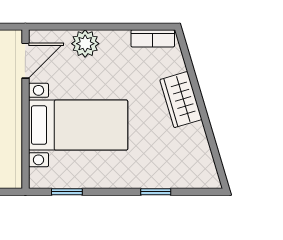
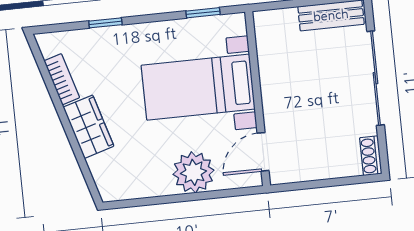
bookcase: (153, 38) -> (62, 79), moved, turned 73
plant: (85, 44) -> (193, 172), width x1.36, depth x1.36

